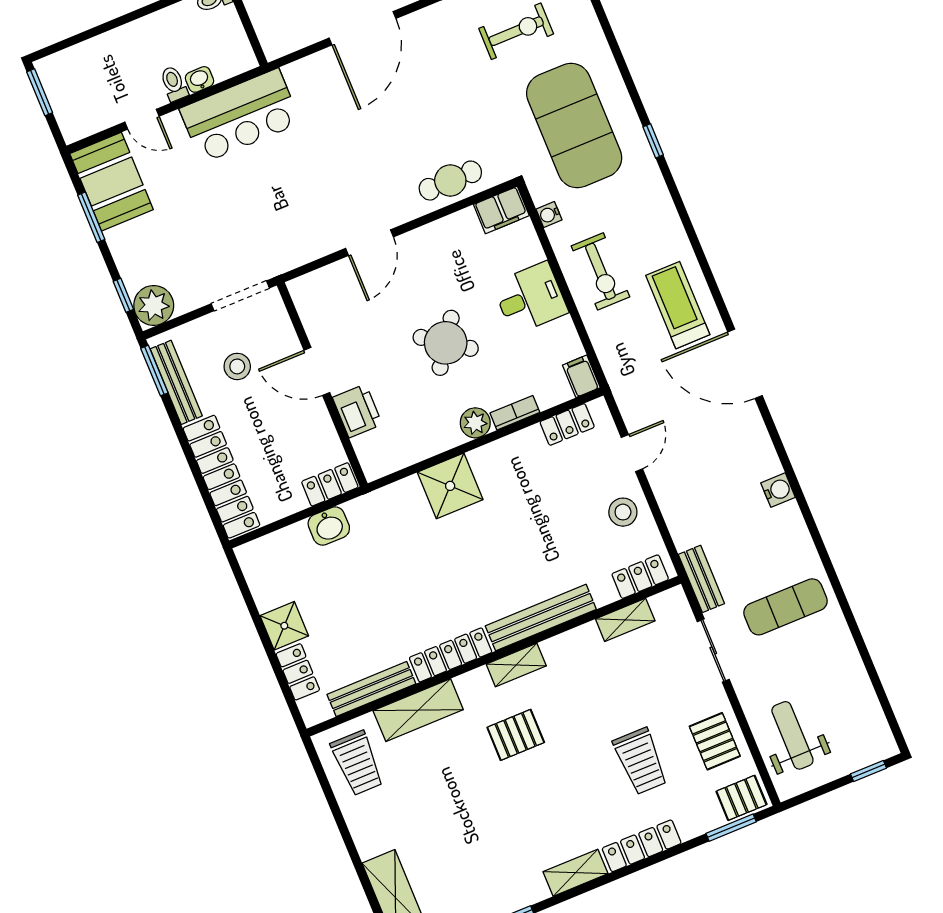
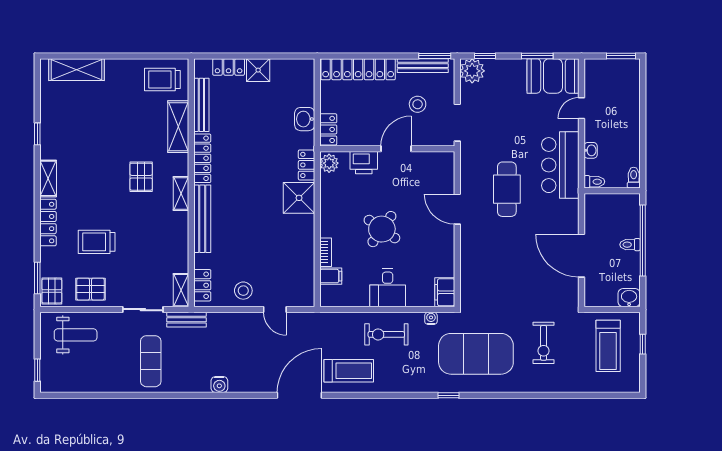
toilet: (174, 84) -> (594, 182), moved
cafe table: (450, 181) -> (507, 189), moved, width x1.37, depth x1.35
filing cabinet: (581, 376) -> (331, 276), moved
plant: (475, 423) -> (329, 163), moved
locker: (567, 424) -> (307, 165), moved
shelving: (625, 620) -> (181, 290), moved

